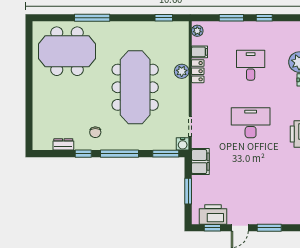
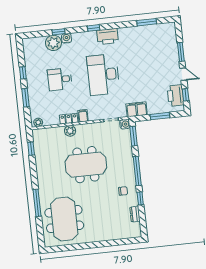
filing cabinet: (200, 52) -> (83, 116), moved
meeting table: (135, 87) -> (86, 165), width x0.73
desk: (251, 123) -> (103, 75), width x1.36, depth x1.30

